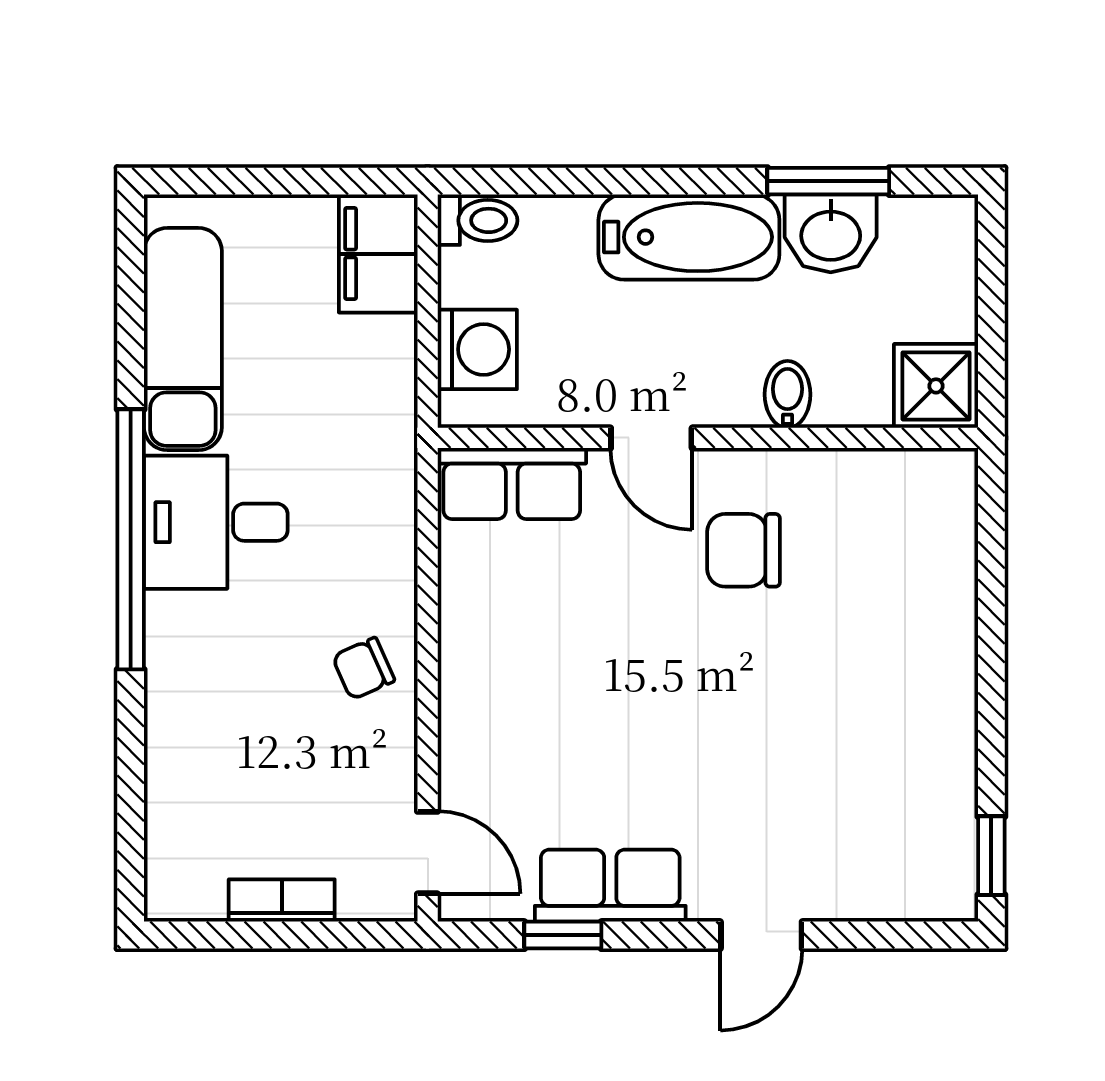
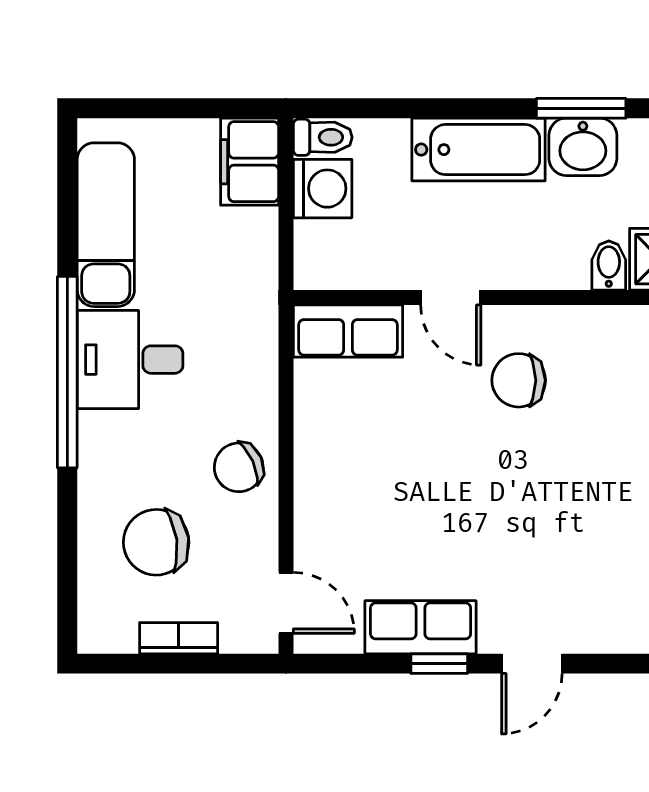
washing machine: (477, 349) -> (323, 189), moved
bidet: (787, 394) -> (609, 265), moved
chair: (363, 669) -> (239, 467), width x1.37, depth x1.37
chair: (251, 770) -> (156, 542), added
window: (563, 935) -> (439, 664), moved

